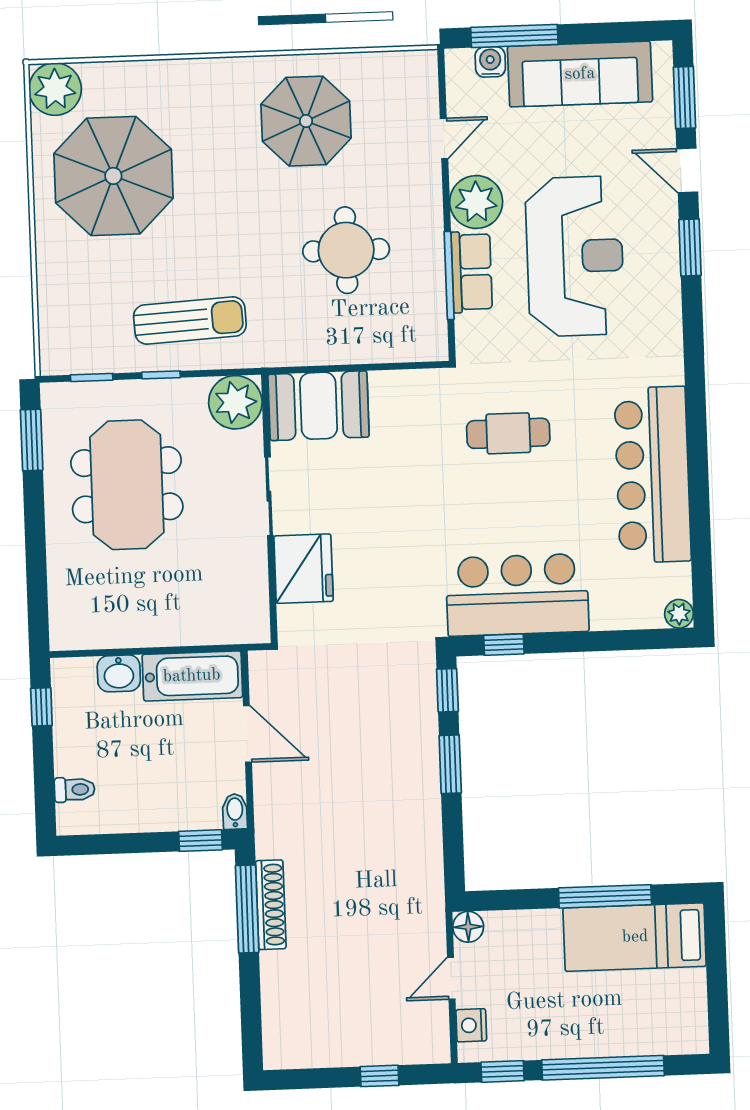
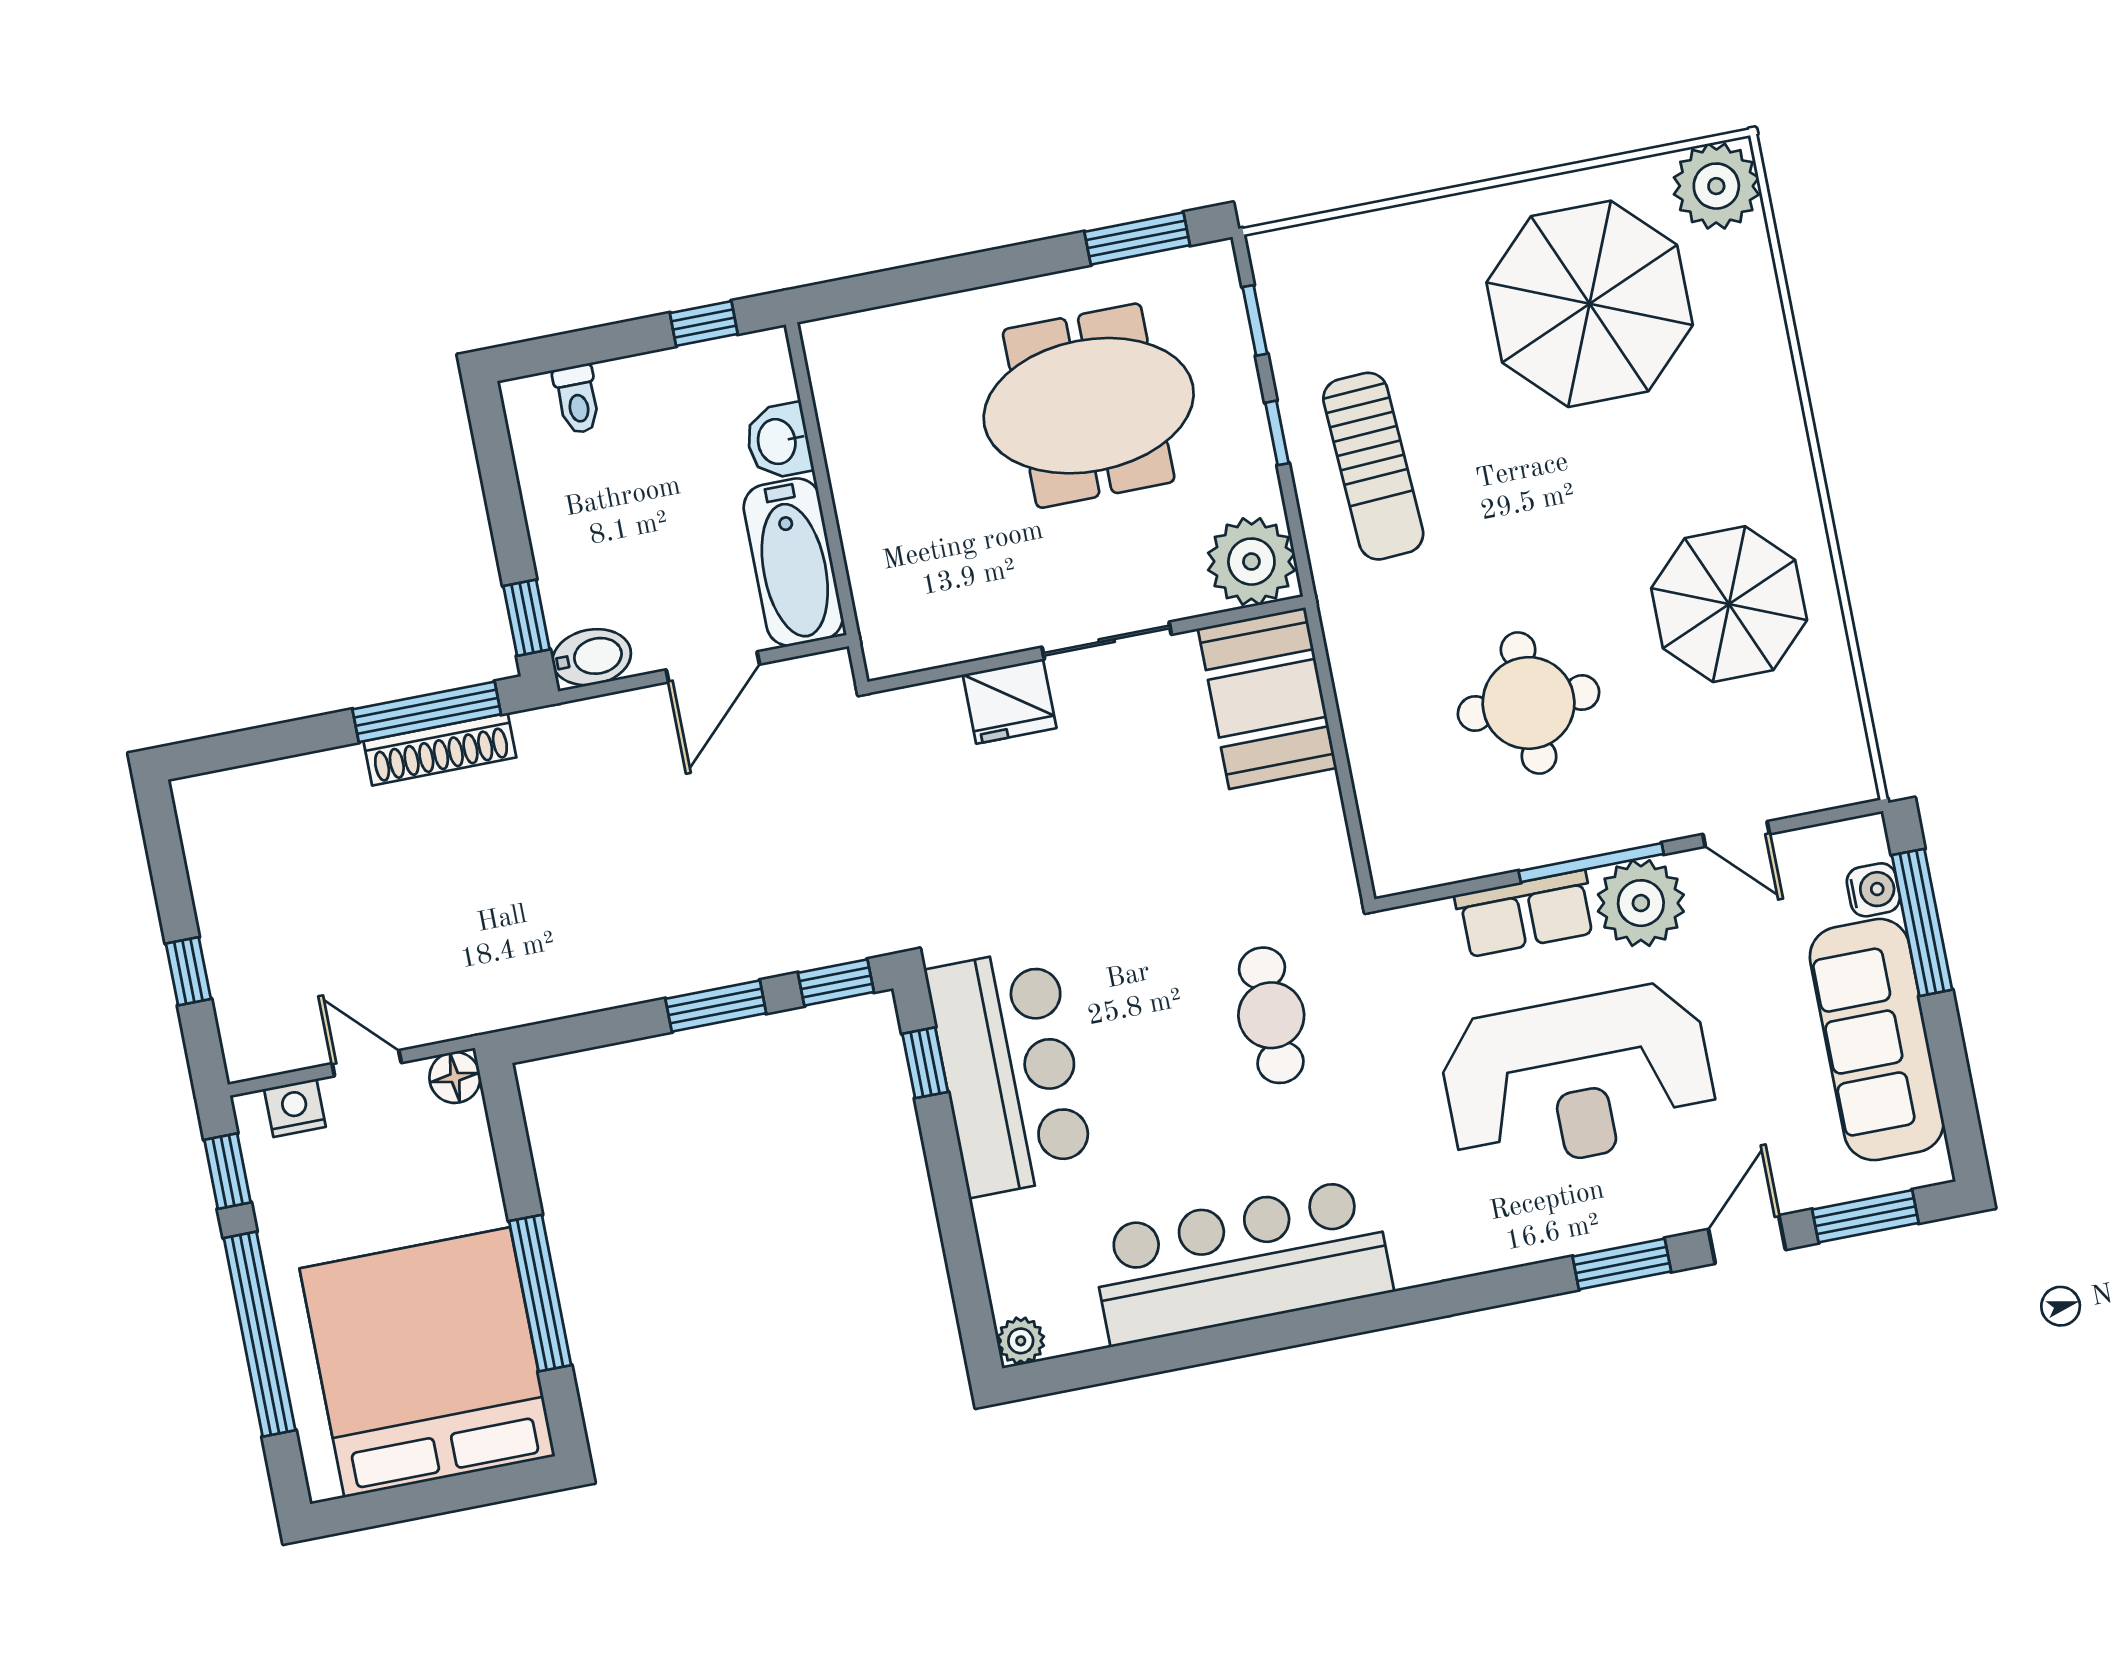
window: (449, 275) -> (1591, 863), moved
fridge: (304, 569) -> (1010, 701), width x0.73, depth x0.75
bidet: (235, 812) -> (592, 657), width x1.38, depth x1.36
bed: (635, 937) -> (427, 1362), width x2.04

